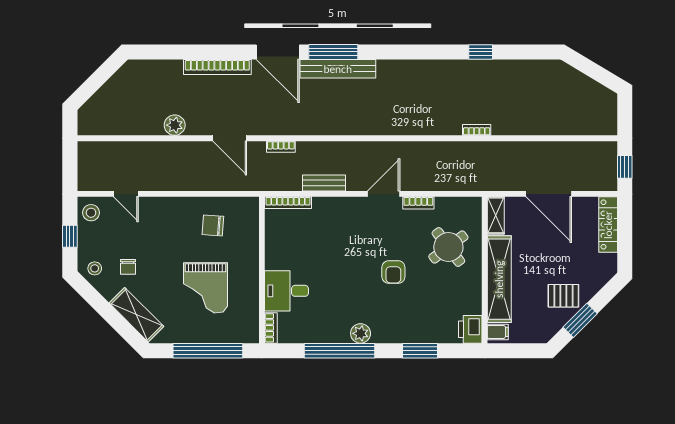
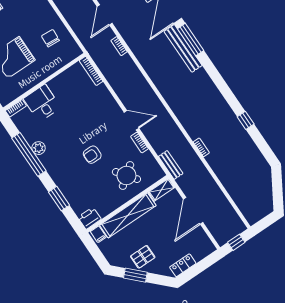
bench: (324, 183) -> (171, 165), moved
locker: (608, 225) -> (183, 265), moved, width x0.66
pallet: (563, 296) -> (143, 257), turned 90
plant: (361, 333) -> (39, 148), moved

